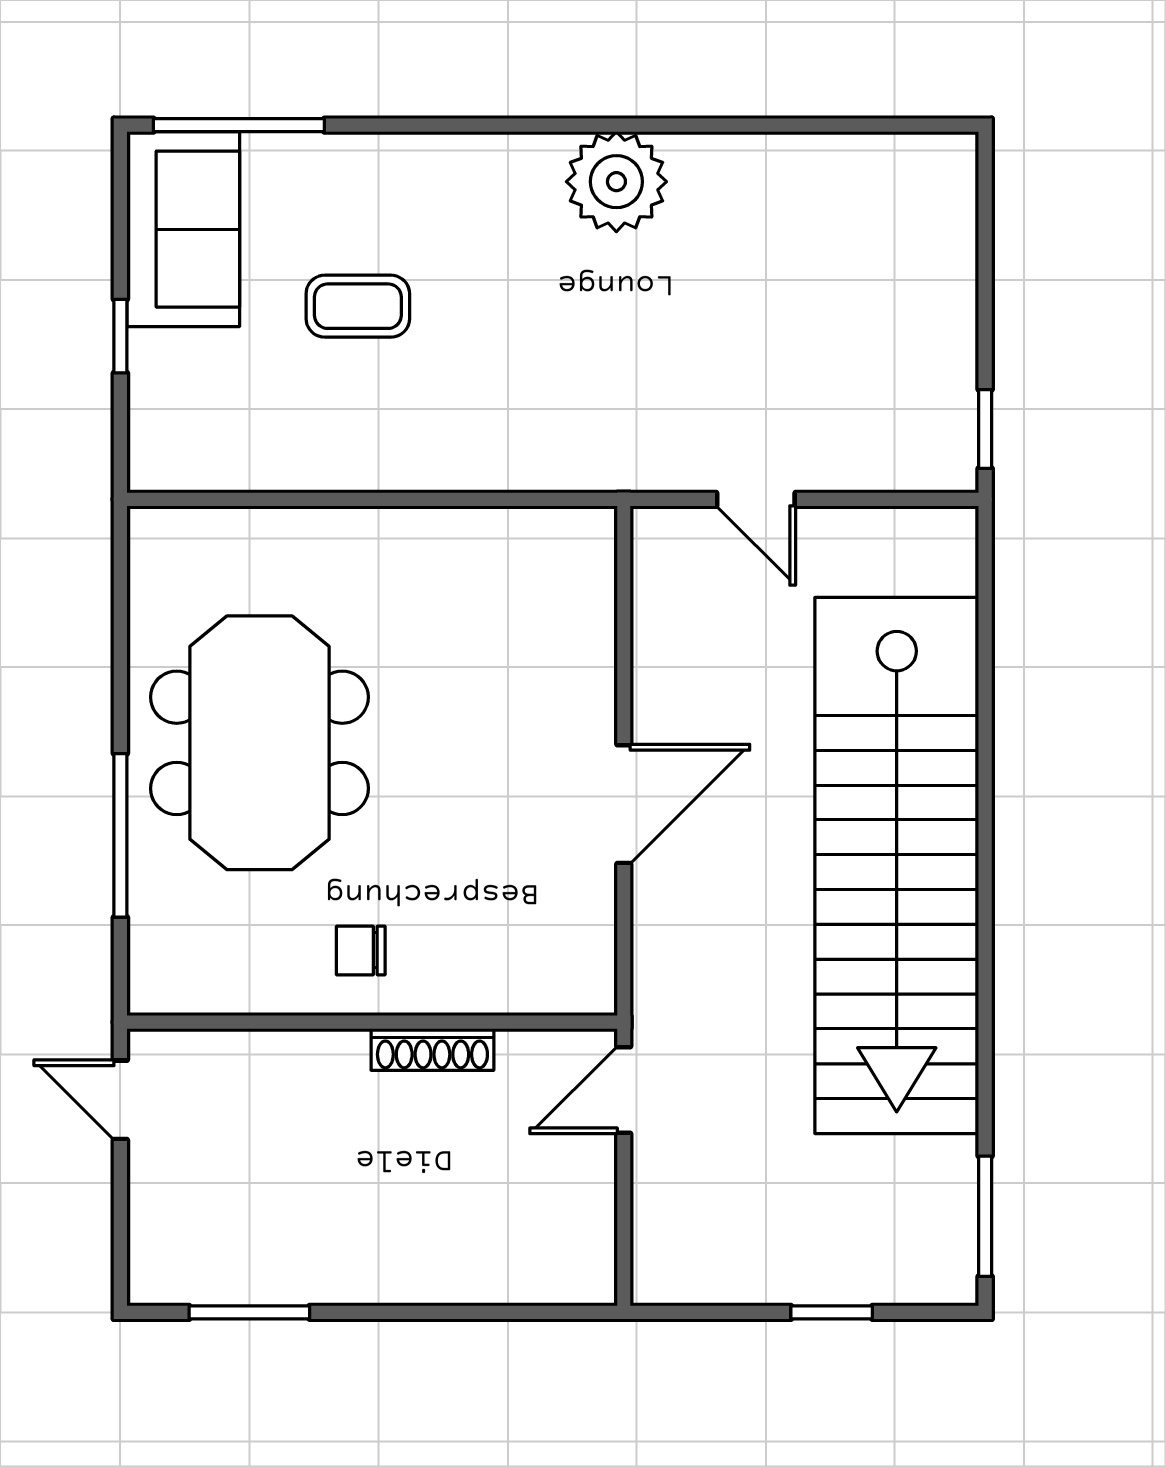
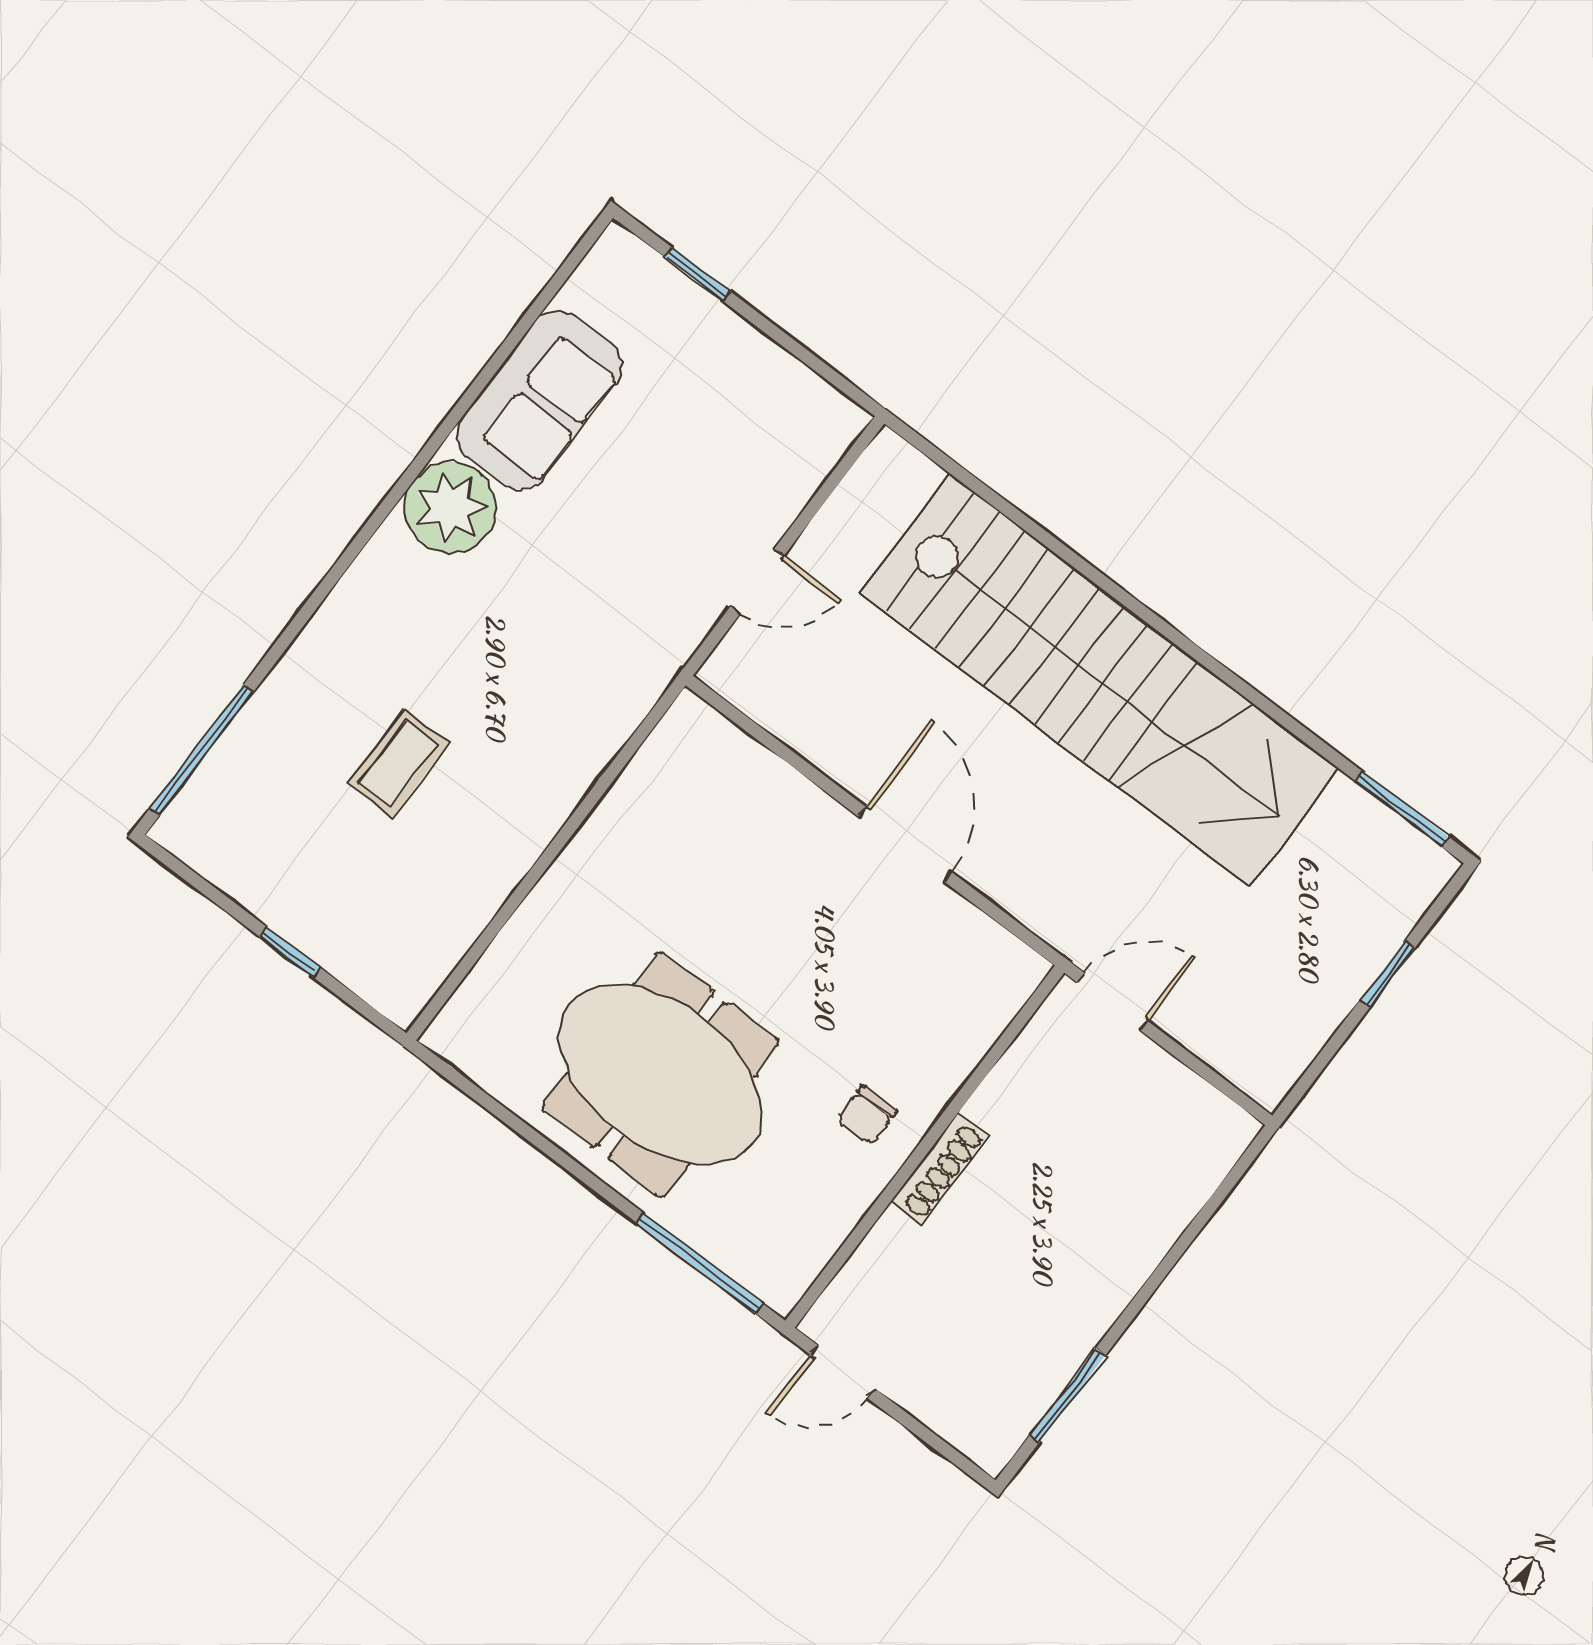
sofa: (183, 229) -> (539, 400), moved, turned 90
window: (985, 429) -> (697, 274), moved
window: (120, 835) -> (700, 1263), moved
shoe rack: (432, 1049) -> (939, 1168), moved
door: (624, 1090) -> (1112, 1002), swing flipped

